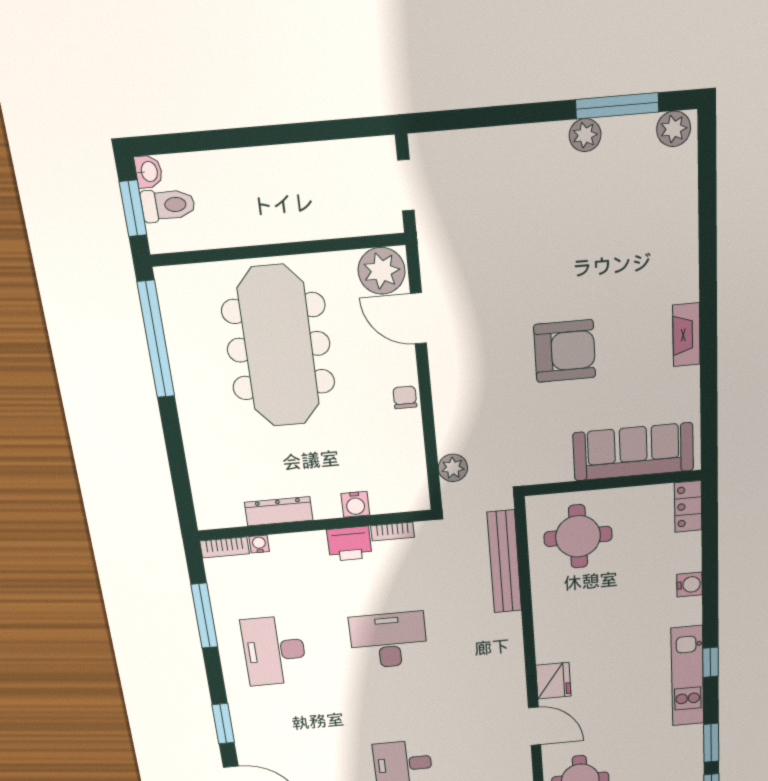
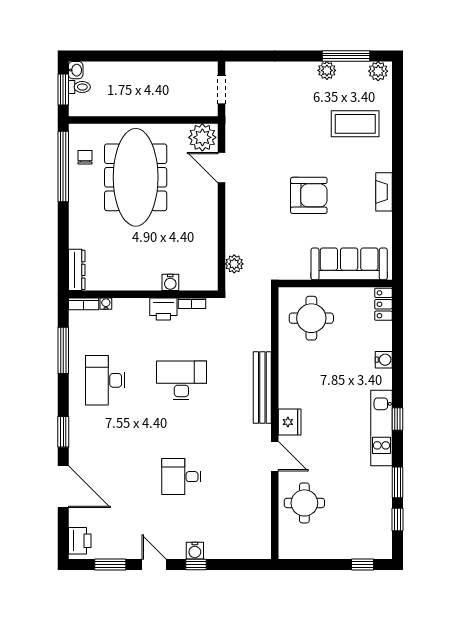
toilet: (168, 205) -> (79, 87), width x0.73, depth x0.72
coffee table: (637, 226) -> (355, 124), added
chair: (405, 397) -> (85, 157), moved
dresser: (279, 511) -> (77, 270), moved, turned 90
bench: (504, 562) -> (262, 388), moved

